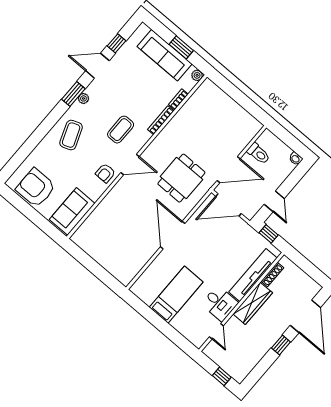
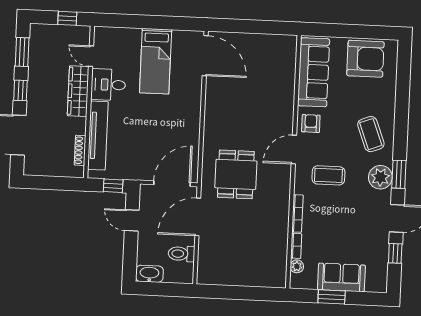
sofa: (165, 55) -> (341, 277), width x0.73
plant: (197, 75) -> (297, 266), moved
plant: (83, 98) -> (380, 177), width x1.88, depth x1.88
coffee table: (121, 130) -> (328, 175), turned 90
washbasin: (296, 159) -> (149, 274), width x1.91, depth x1.45
sofa: (72, 211) -> (314, 72), width x1.36
door: (173, 235) -> (205, 56), moved
wardrobe: (253, 303) -> (78, 91), moved
window: (260, 370) -> (22, 52), added
window: (222, 376) -> (67, 18), moved

